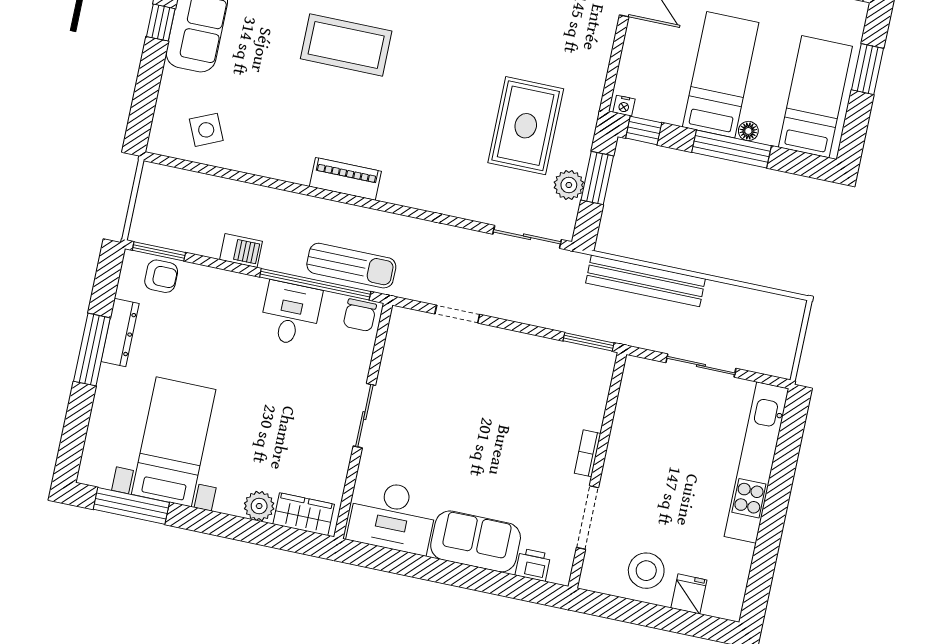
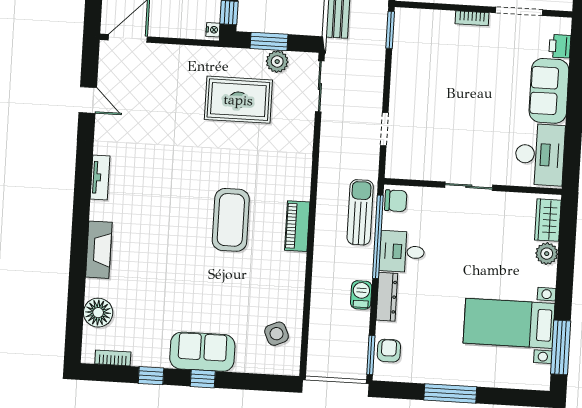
coffee table: (346, 45) -> (231, 220), moved
dresser: (120, 333) -> (387, 297), moved, turned 90

